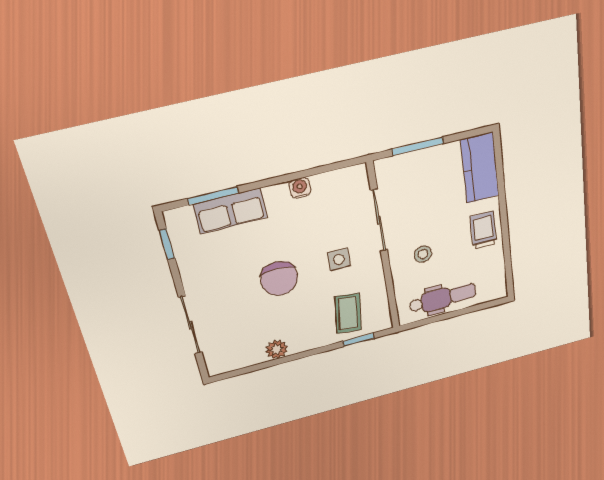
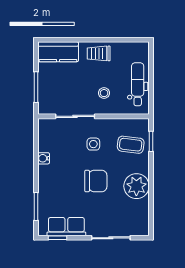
row of seats: (230, 211) -> (66, 227), moved, turned -90
plant: (277, 349) -> (136, 186), width x1.87, depth x1.87

